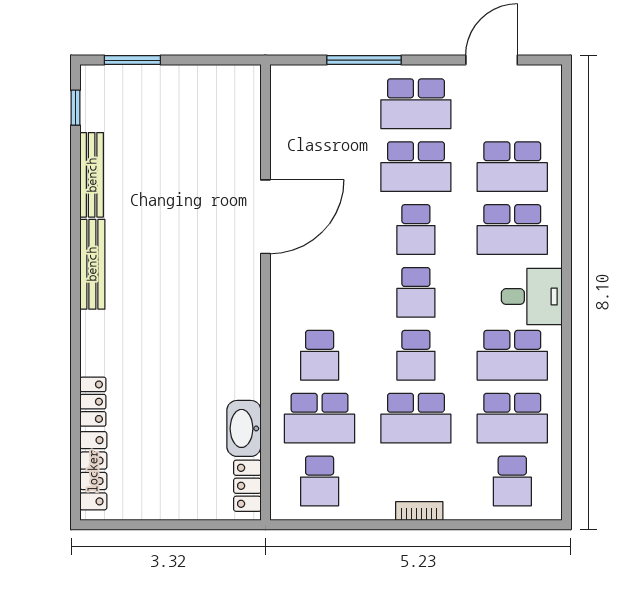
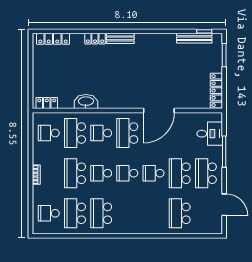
locker: (218, 79) -> (216, 91), added
bench: (92, 175) -> (194, 38), moved
door: (265, 217) -> (159, 111), hinge flipped
school desk: (512, 230) -> (127, 133), moved
bench: (92, 264) -> (120, 38), moved, width x0.73
desk: (532, 297) -> (210, 134), moved, turned -90
locker: (93, 402) -> (95, 39), moved
washbasin: (244, 428) -> (86, 102), moved

